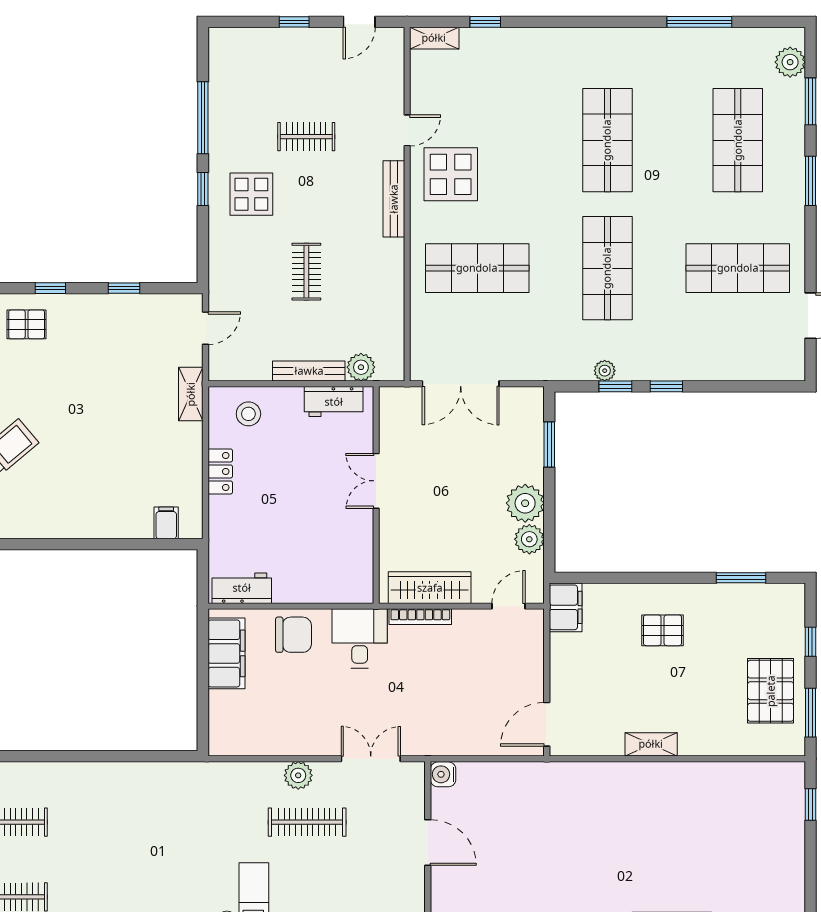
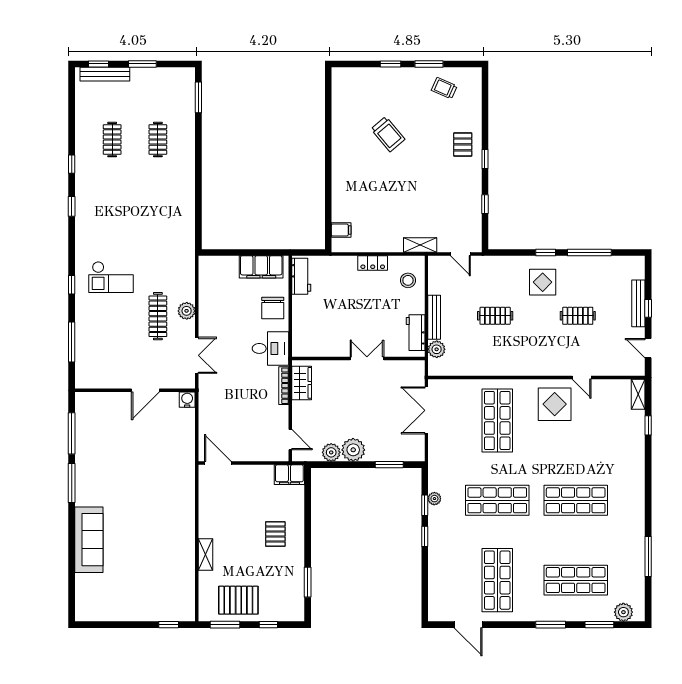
clothes rail: (306, 137) -> (578, 316), turned 90
bench: (394, 199) -> (638, 303), moved, turned 90
wardrobe: (430, 588) -> (302, 383), width x0.67
shelving: (651, 744) -> (206, 555), moved

